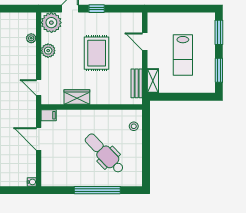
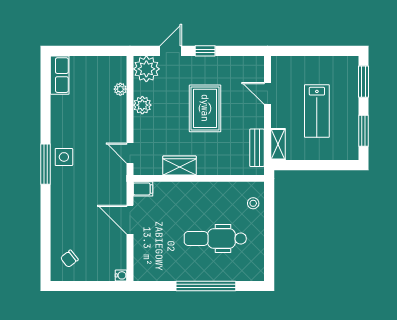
dental chair: (104, 153) -> (215, 239), turned -46

